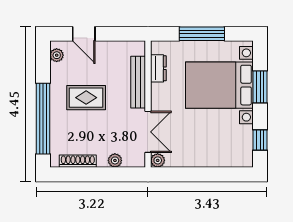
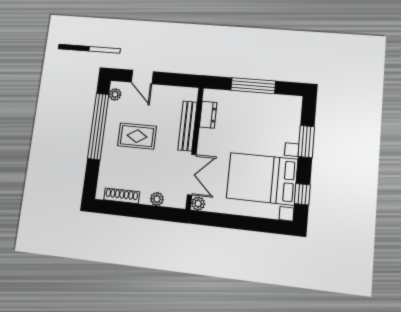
bed with nightstands: (219, 85) -> (262, 179), moved
window: (43, 119) -> (98, 126), moved

